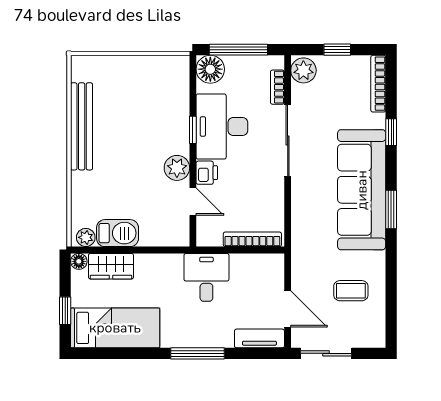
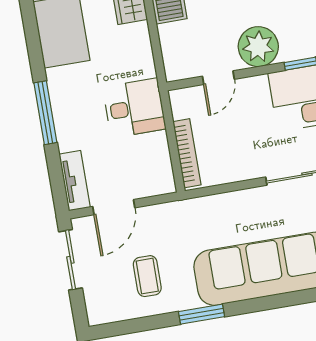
plant: (177, 168) -> (258, 47), width x1.36, depth x1.36
printer: (207, 173) -> (254, 88), removed
window: (391, 209) -> (201, 314), moved

